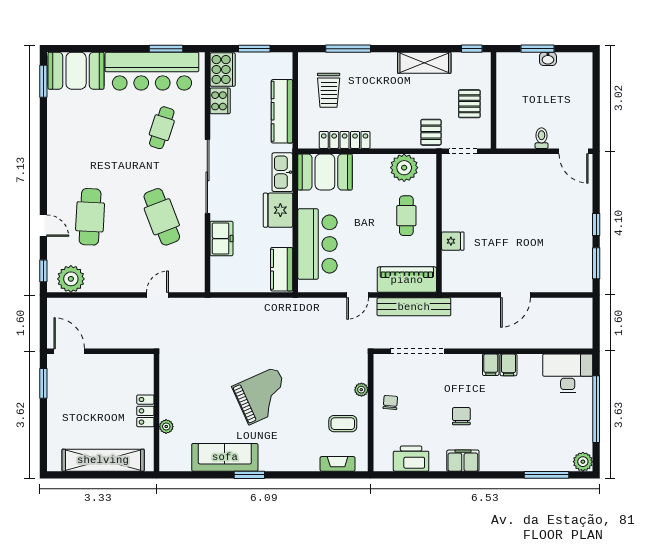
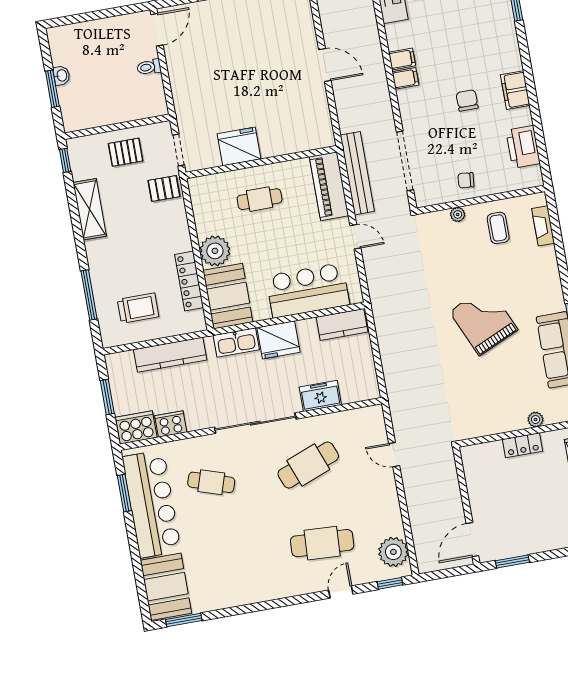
plant: (404, 168) -> (215, 251), moved
fridge: (453, 241) -> (239, 146), moved, width x1.88, depth x1.34
chair: (461, 416) -> (467, 100), turned 90

